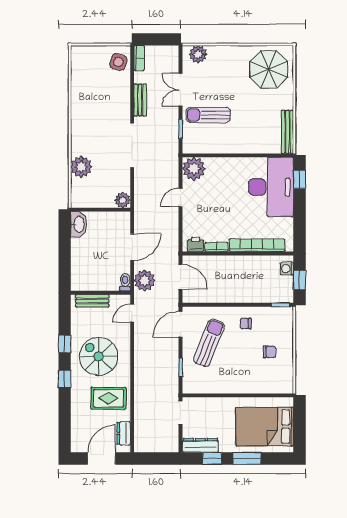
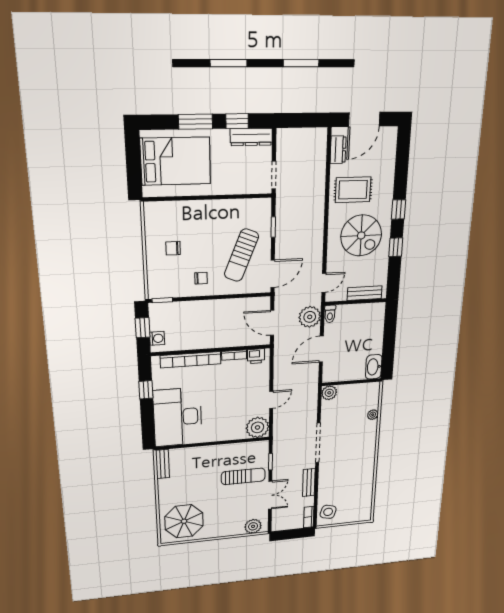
bench: (287, 132) -> (163, 464), width x0.73
plant: (81, 167) -> (373, 415), width x0.53, depth x0.53
window: (299, 179) -> (146, 390), moved

